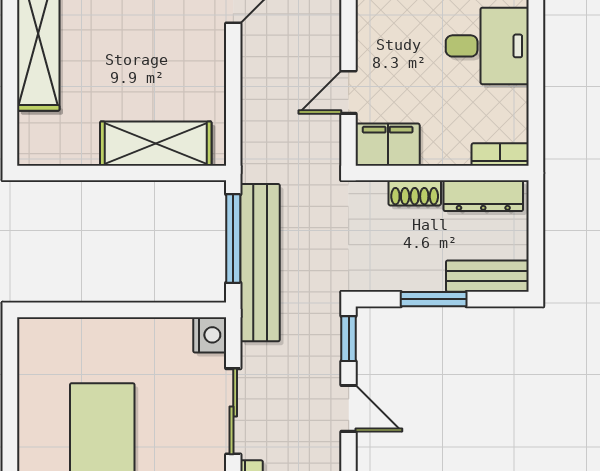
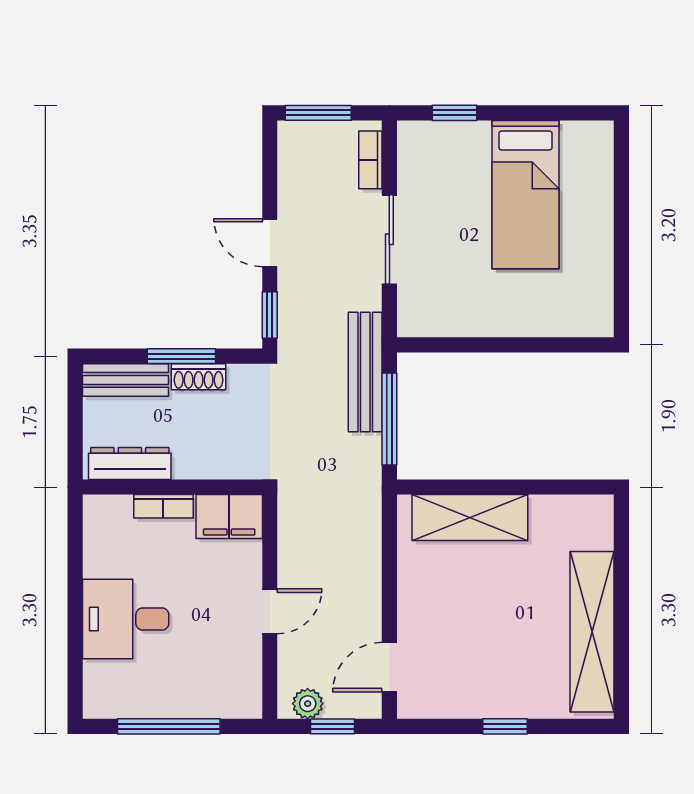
door: (349, 92) -> (270, 611), moved
bookcase: (500, 154) -> (163, 506), moved
shoe rack: (415, 193) -> (199, 377), moved, turned 180
bench: (260, 263) -> (365, 372), width x0.73, depth x0.82
nightstand: (210, 335) -> (414, 319), removed

